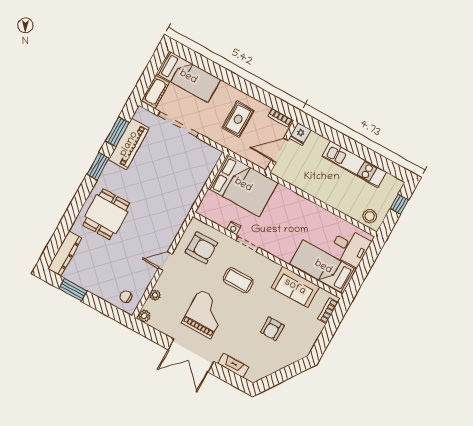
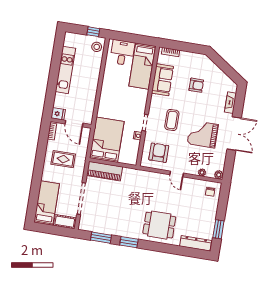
piano: (129, 144) -> (105, 171), moved, turned 180
window: (399, 204) -> (93, 32), moved

